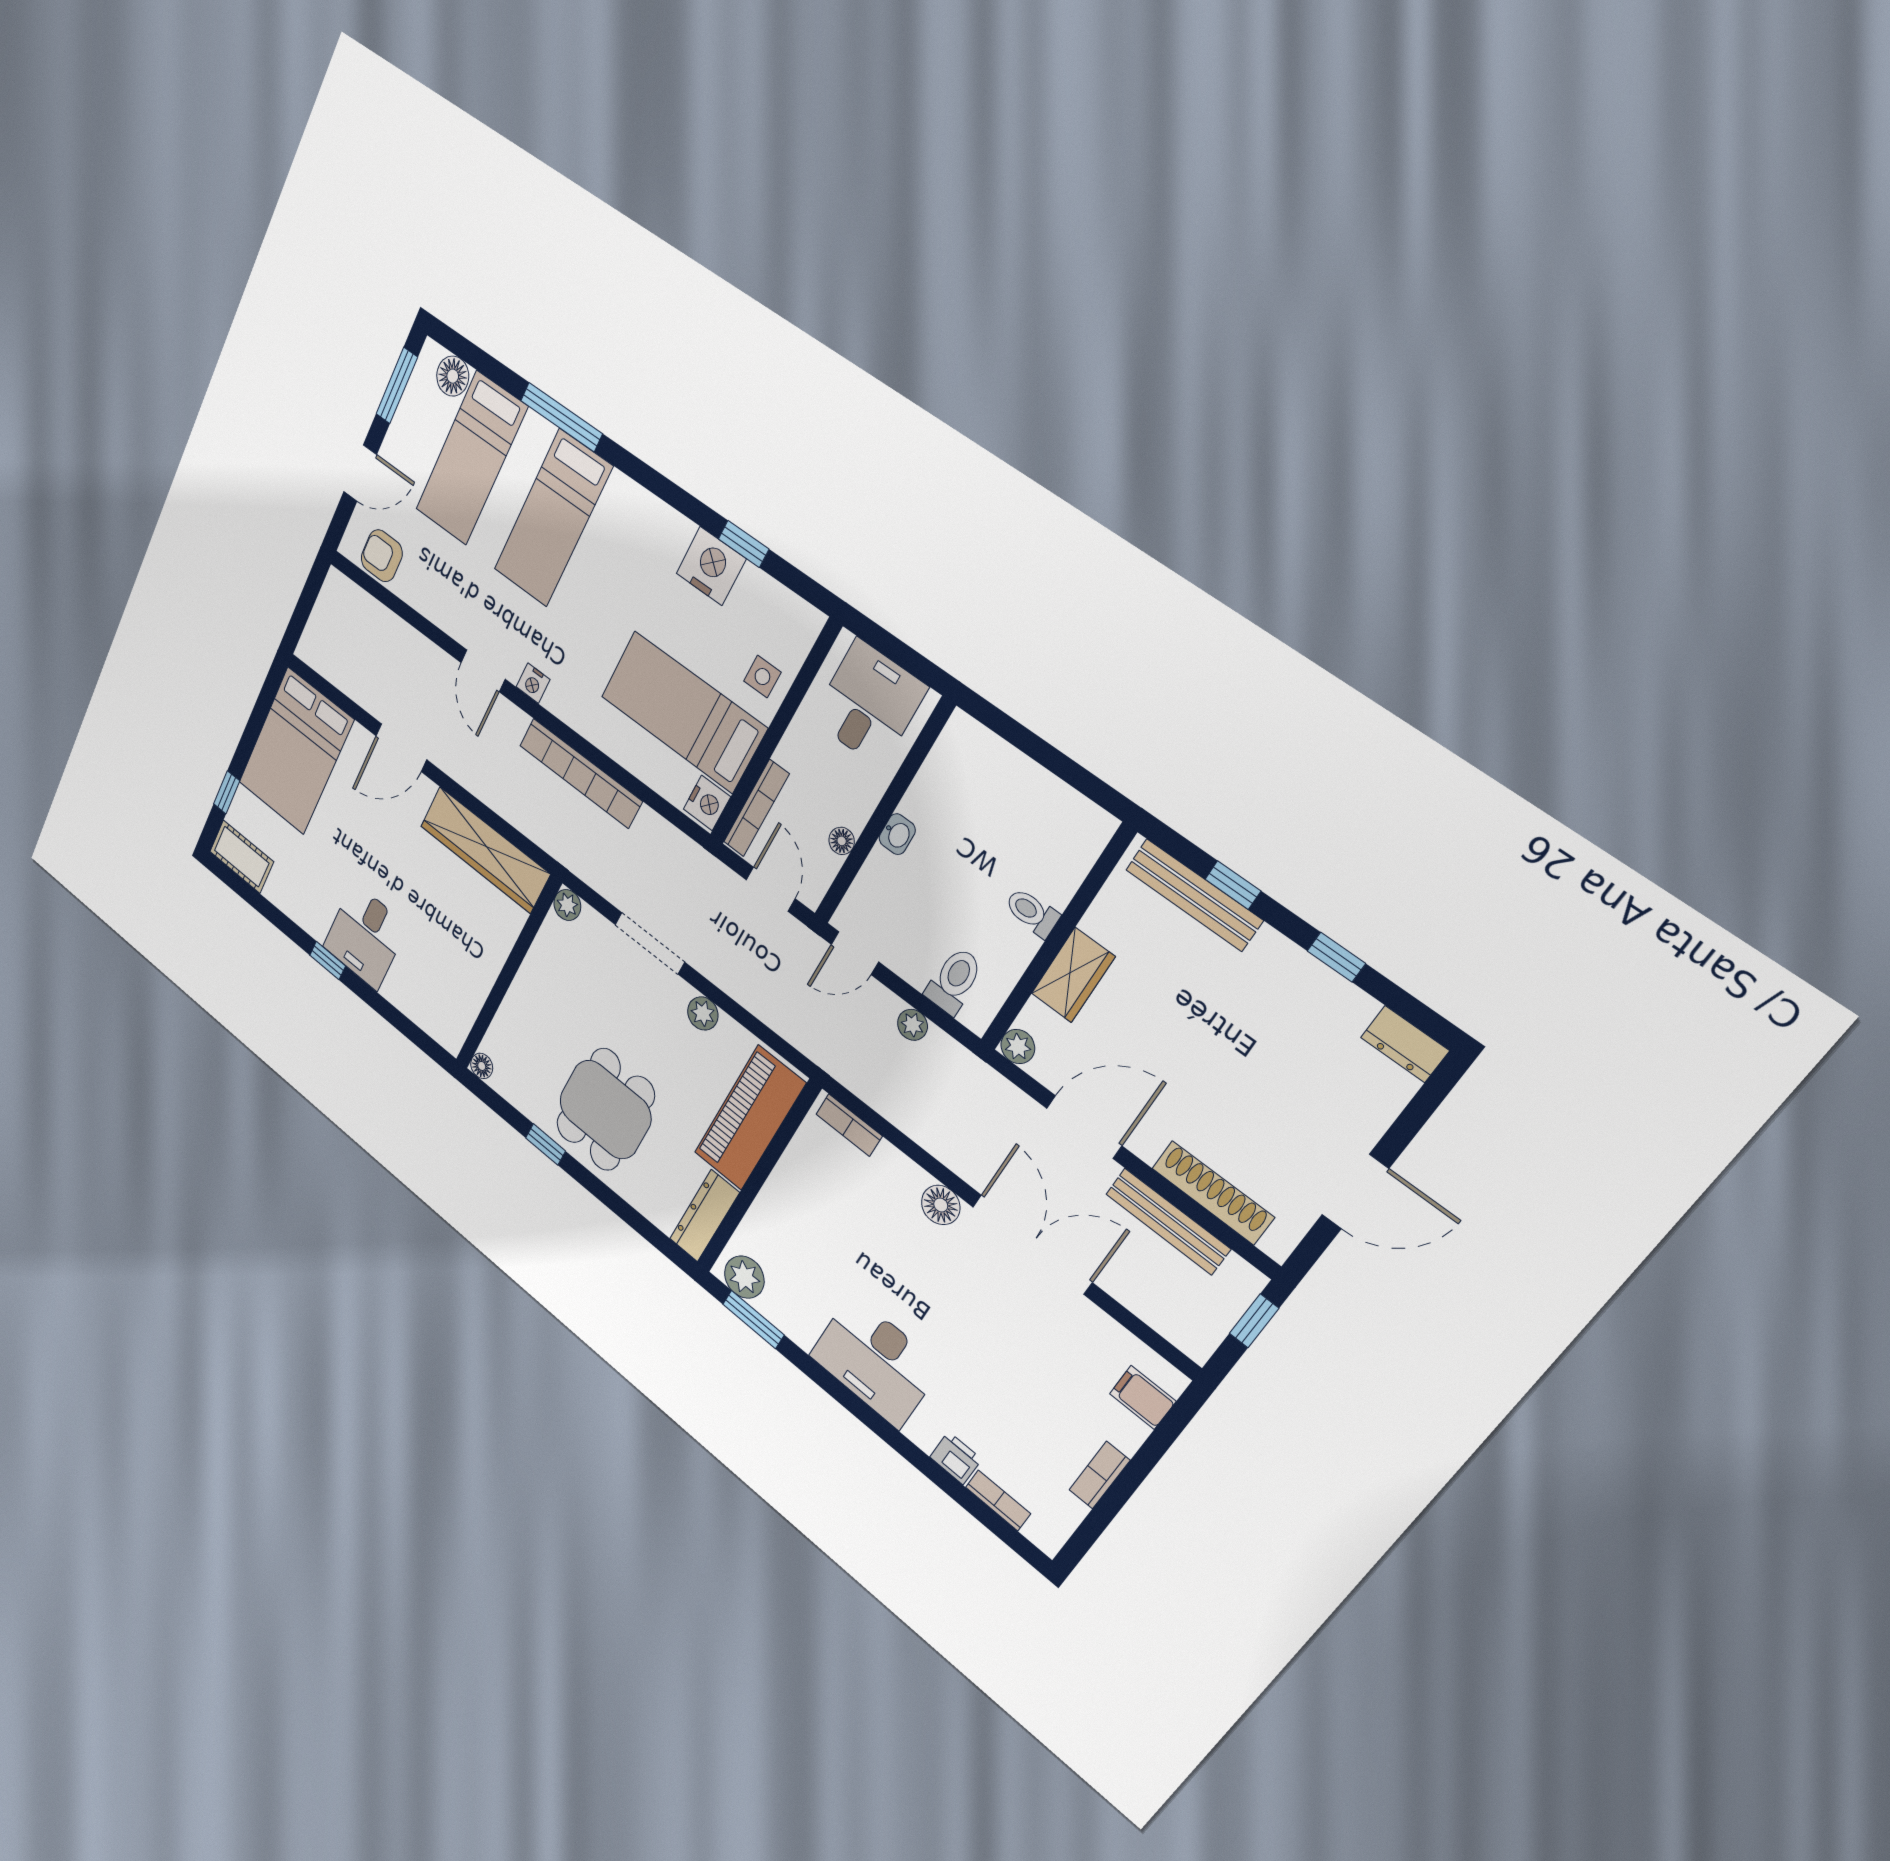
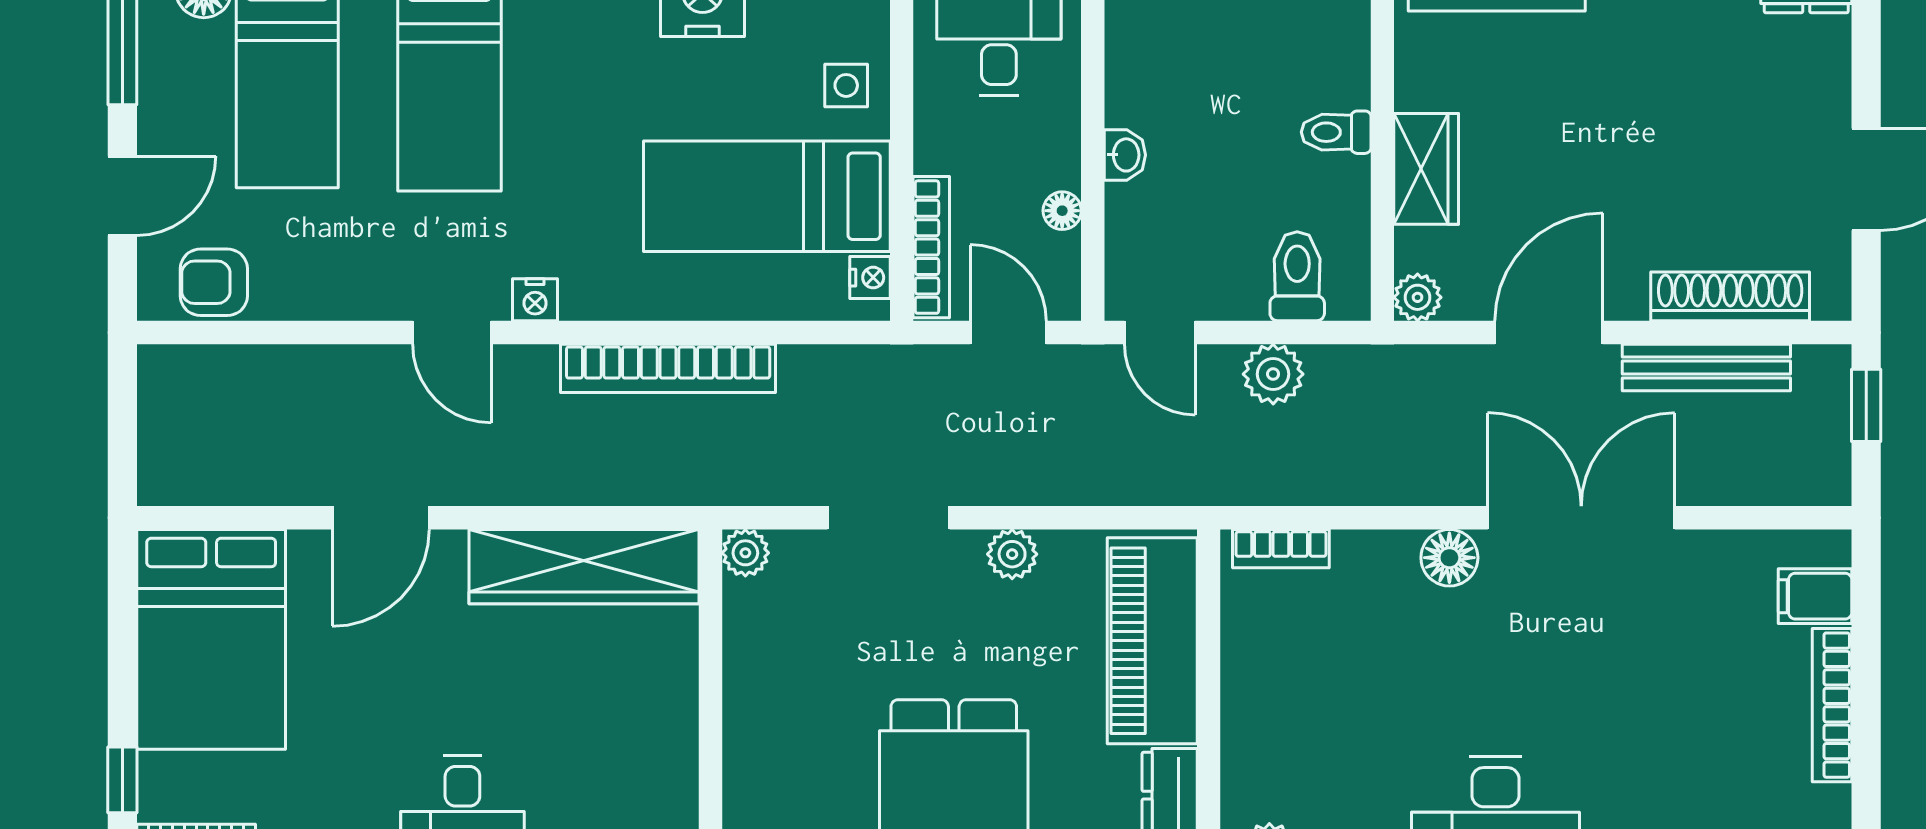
nightstand: (707, 803) -> (870, 278), width x0.72, depth x0.74
door: (855, 953) -> (1160, 332), hinge flipped
plant: (913, 1025) -> (1273, 374), width x1.38, depth x1.38
bookcase: (1099, 1475) -> (1832, 705), width x1.56

